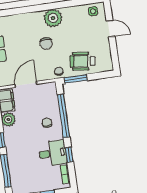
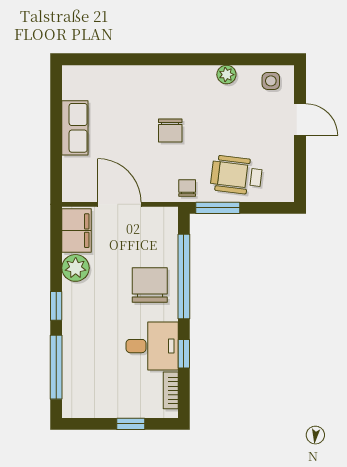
plant: (53, 18) -> (226, 75), moved, width x0.53, depth x0.53
door: (26, 84) -> (119, 204), hinge flipped
chair: (47, 123) -> (150, 285), width x1.87, depth x1.87

